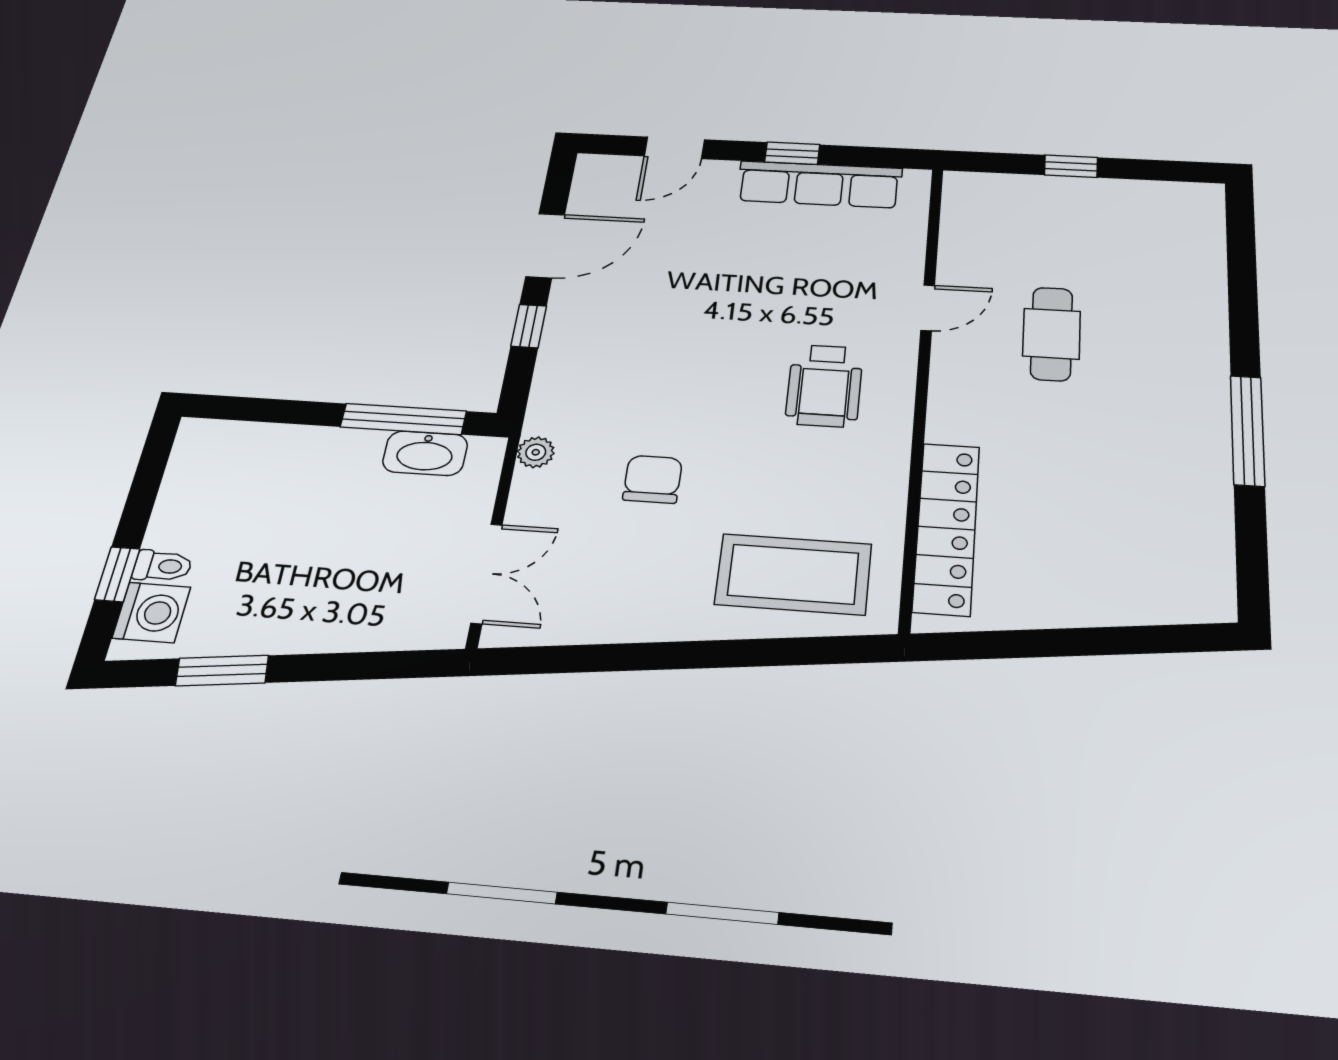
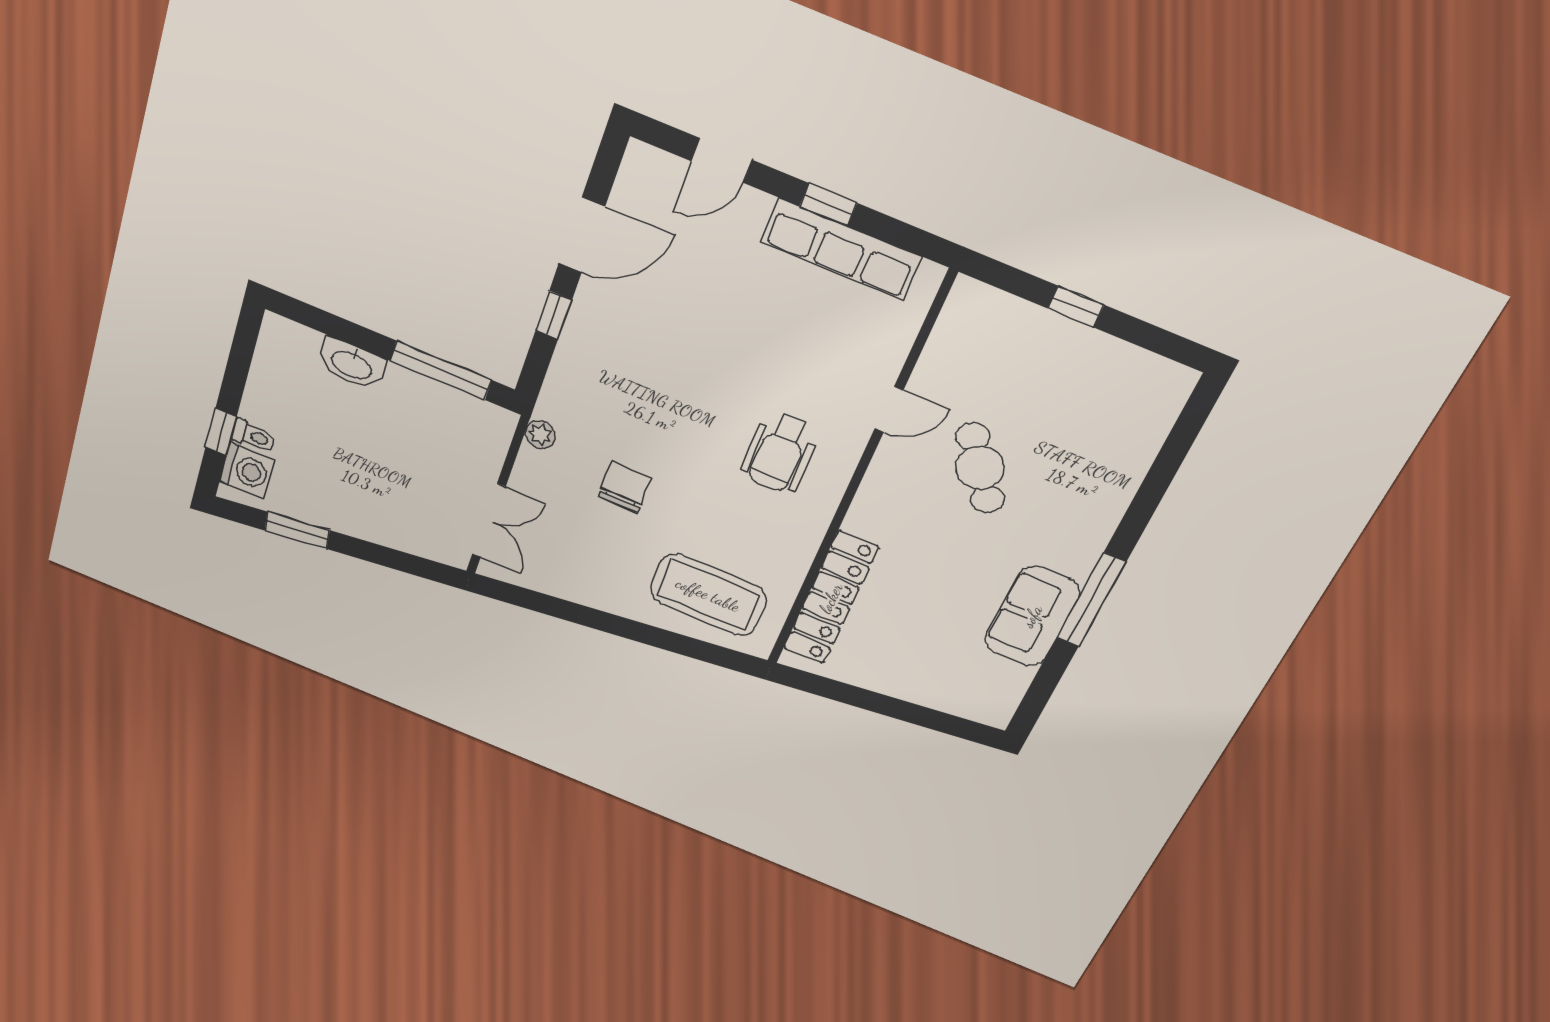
cafe table: (1052, 334) -> (980, 468), turned -36
washbasin: (425, 453) -> (352, 364), moved
sofa: (1192, 470) -> (1032, 616), added

